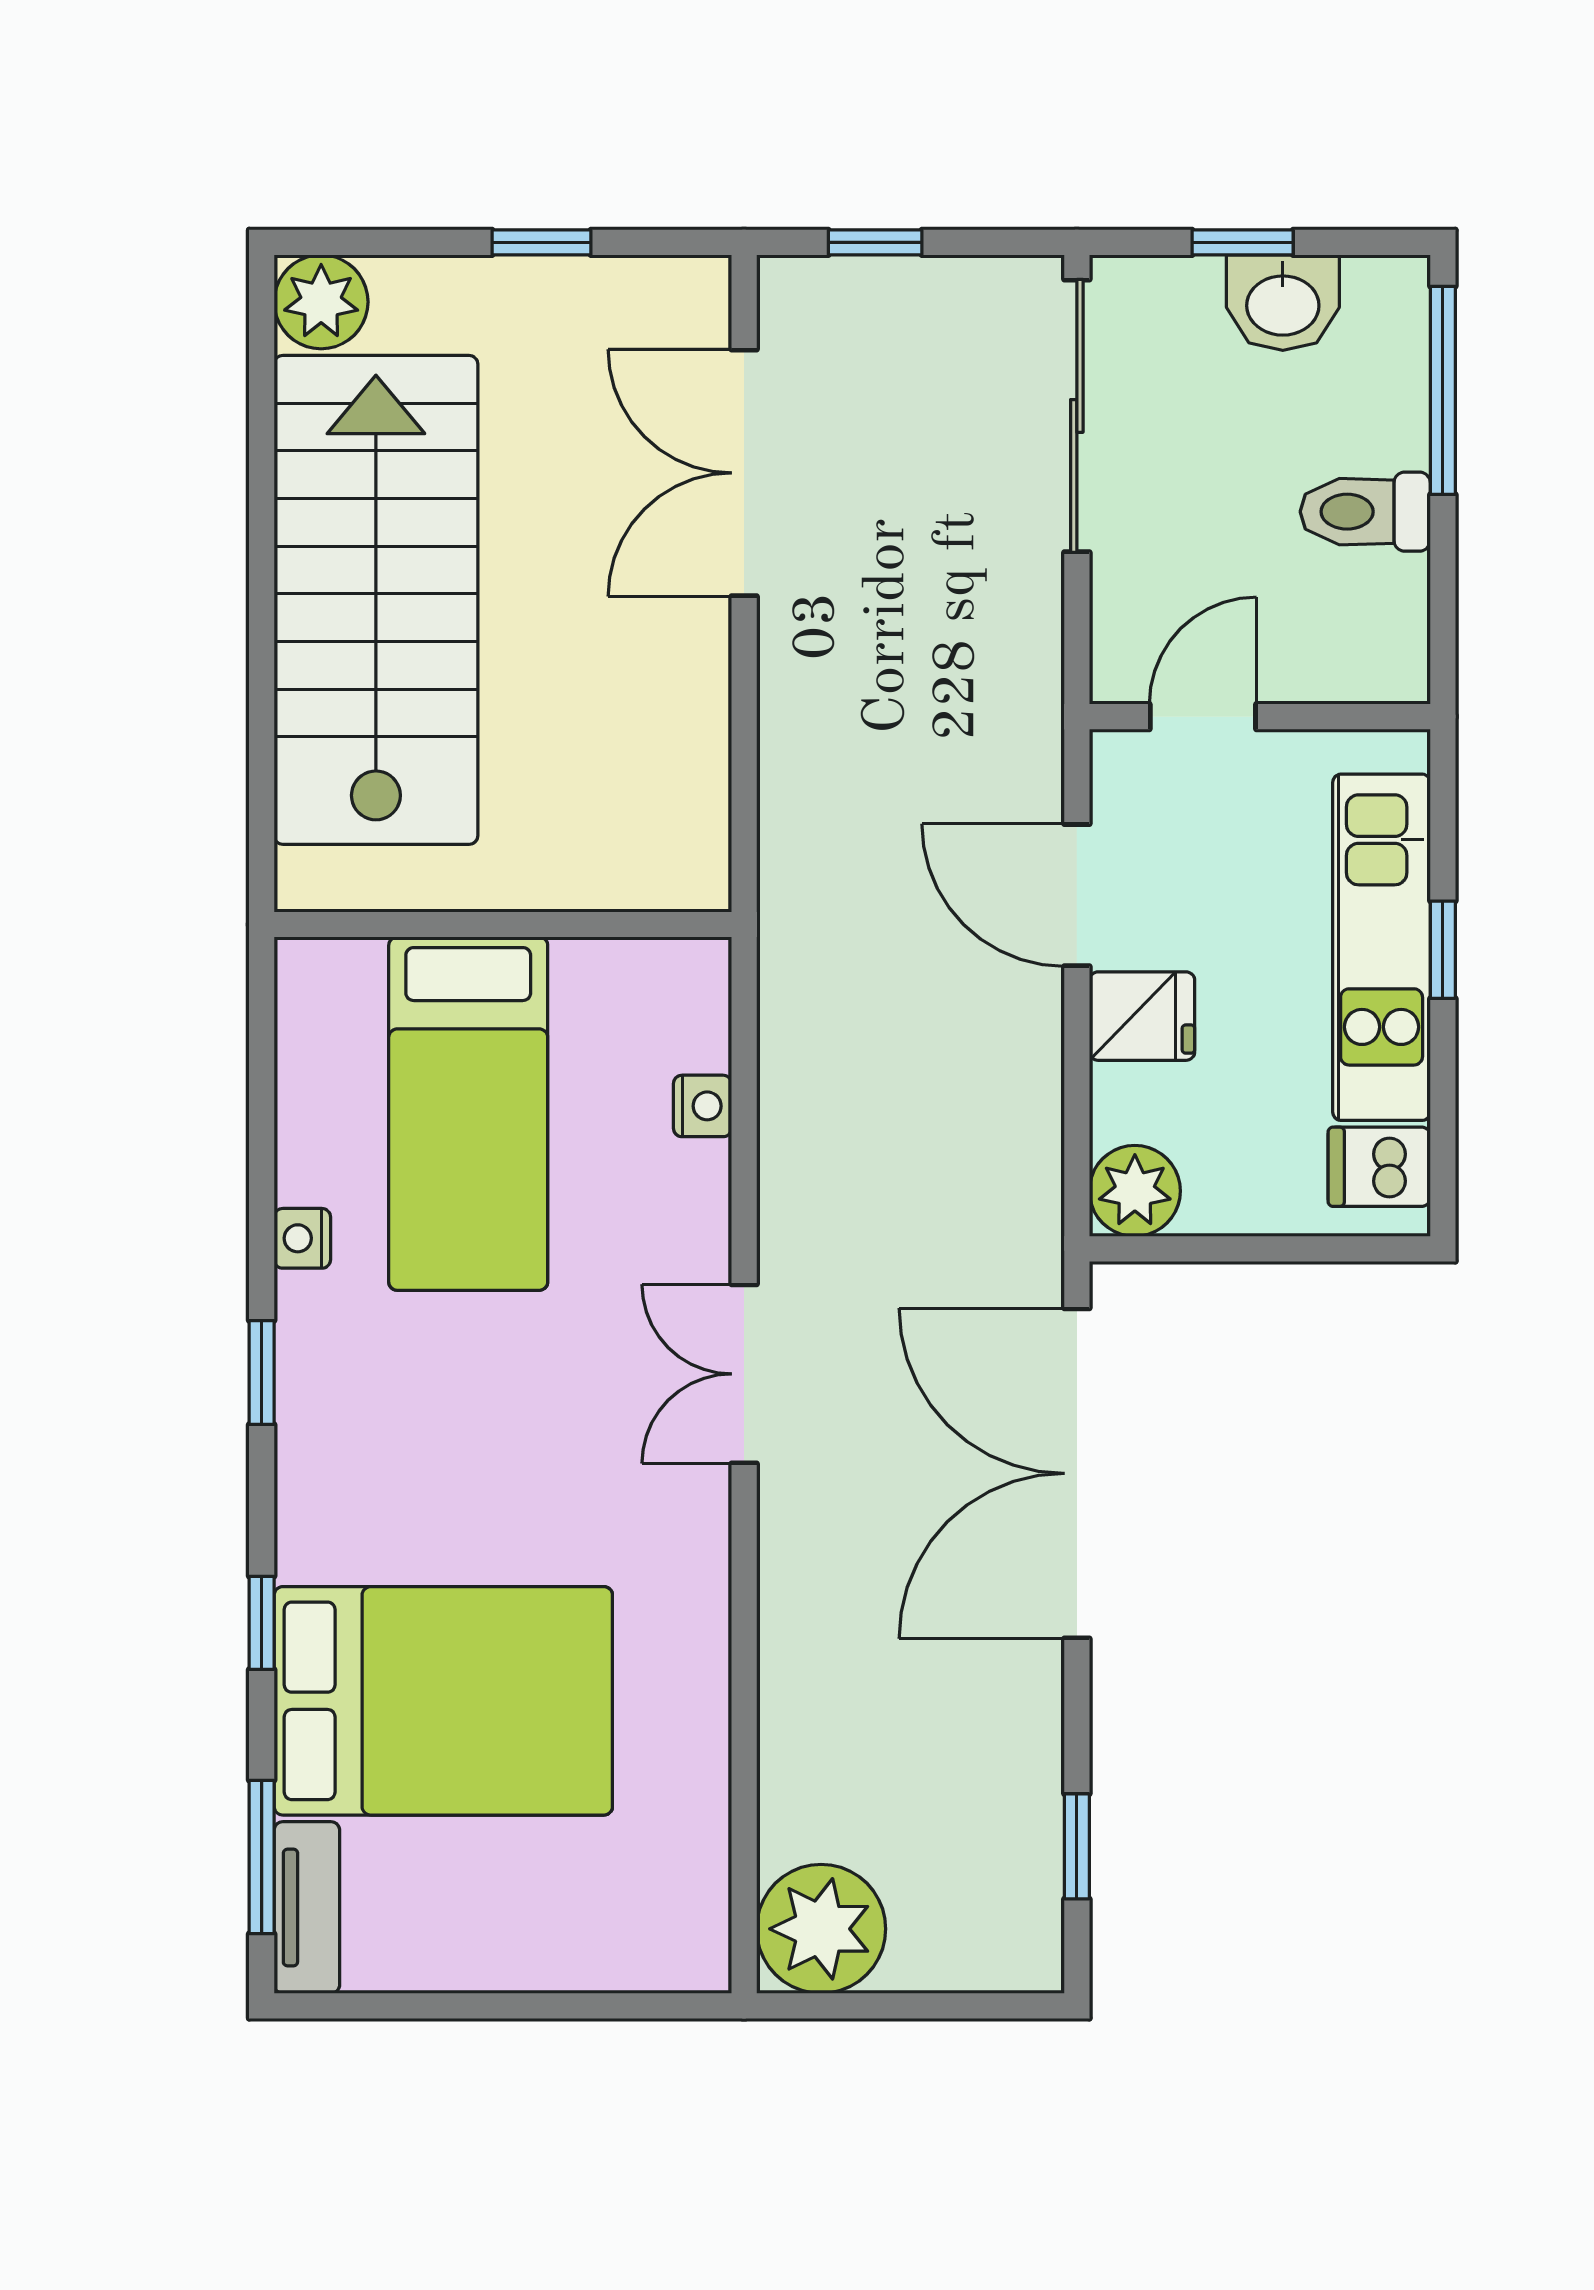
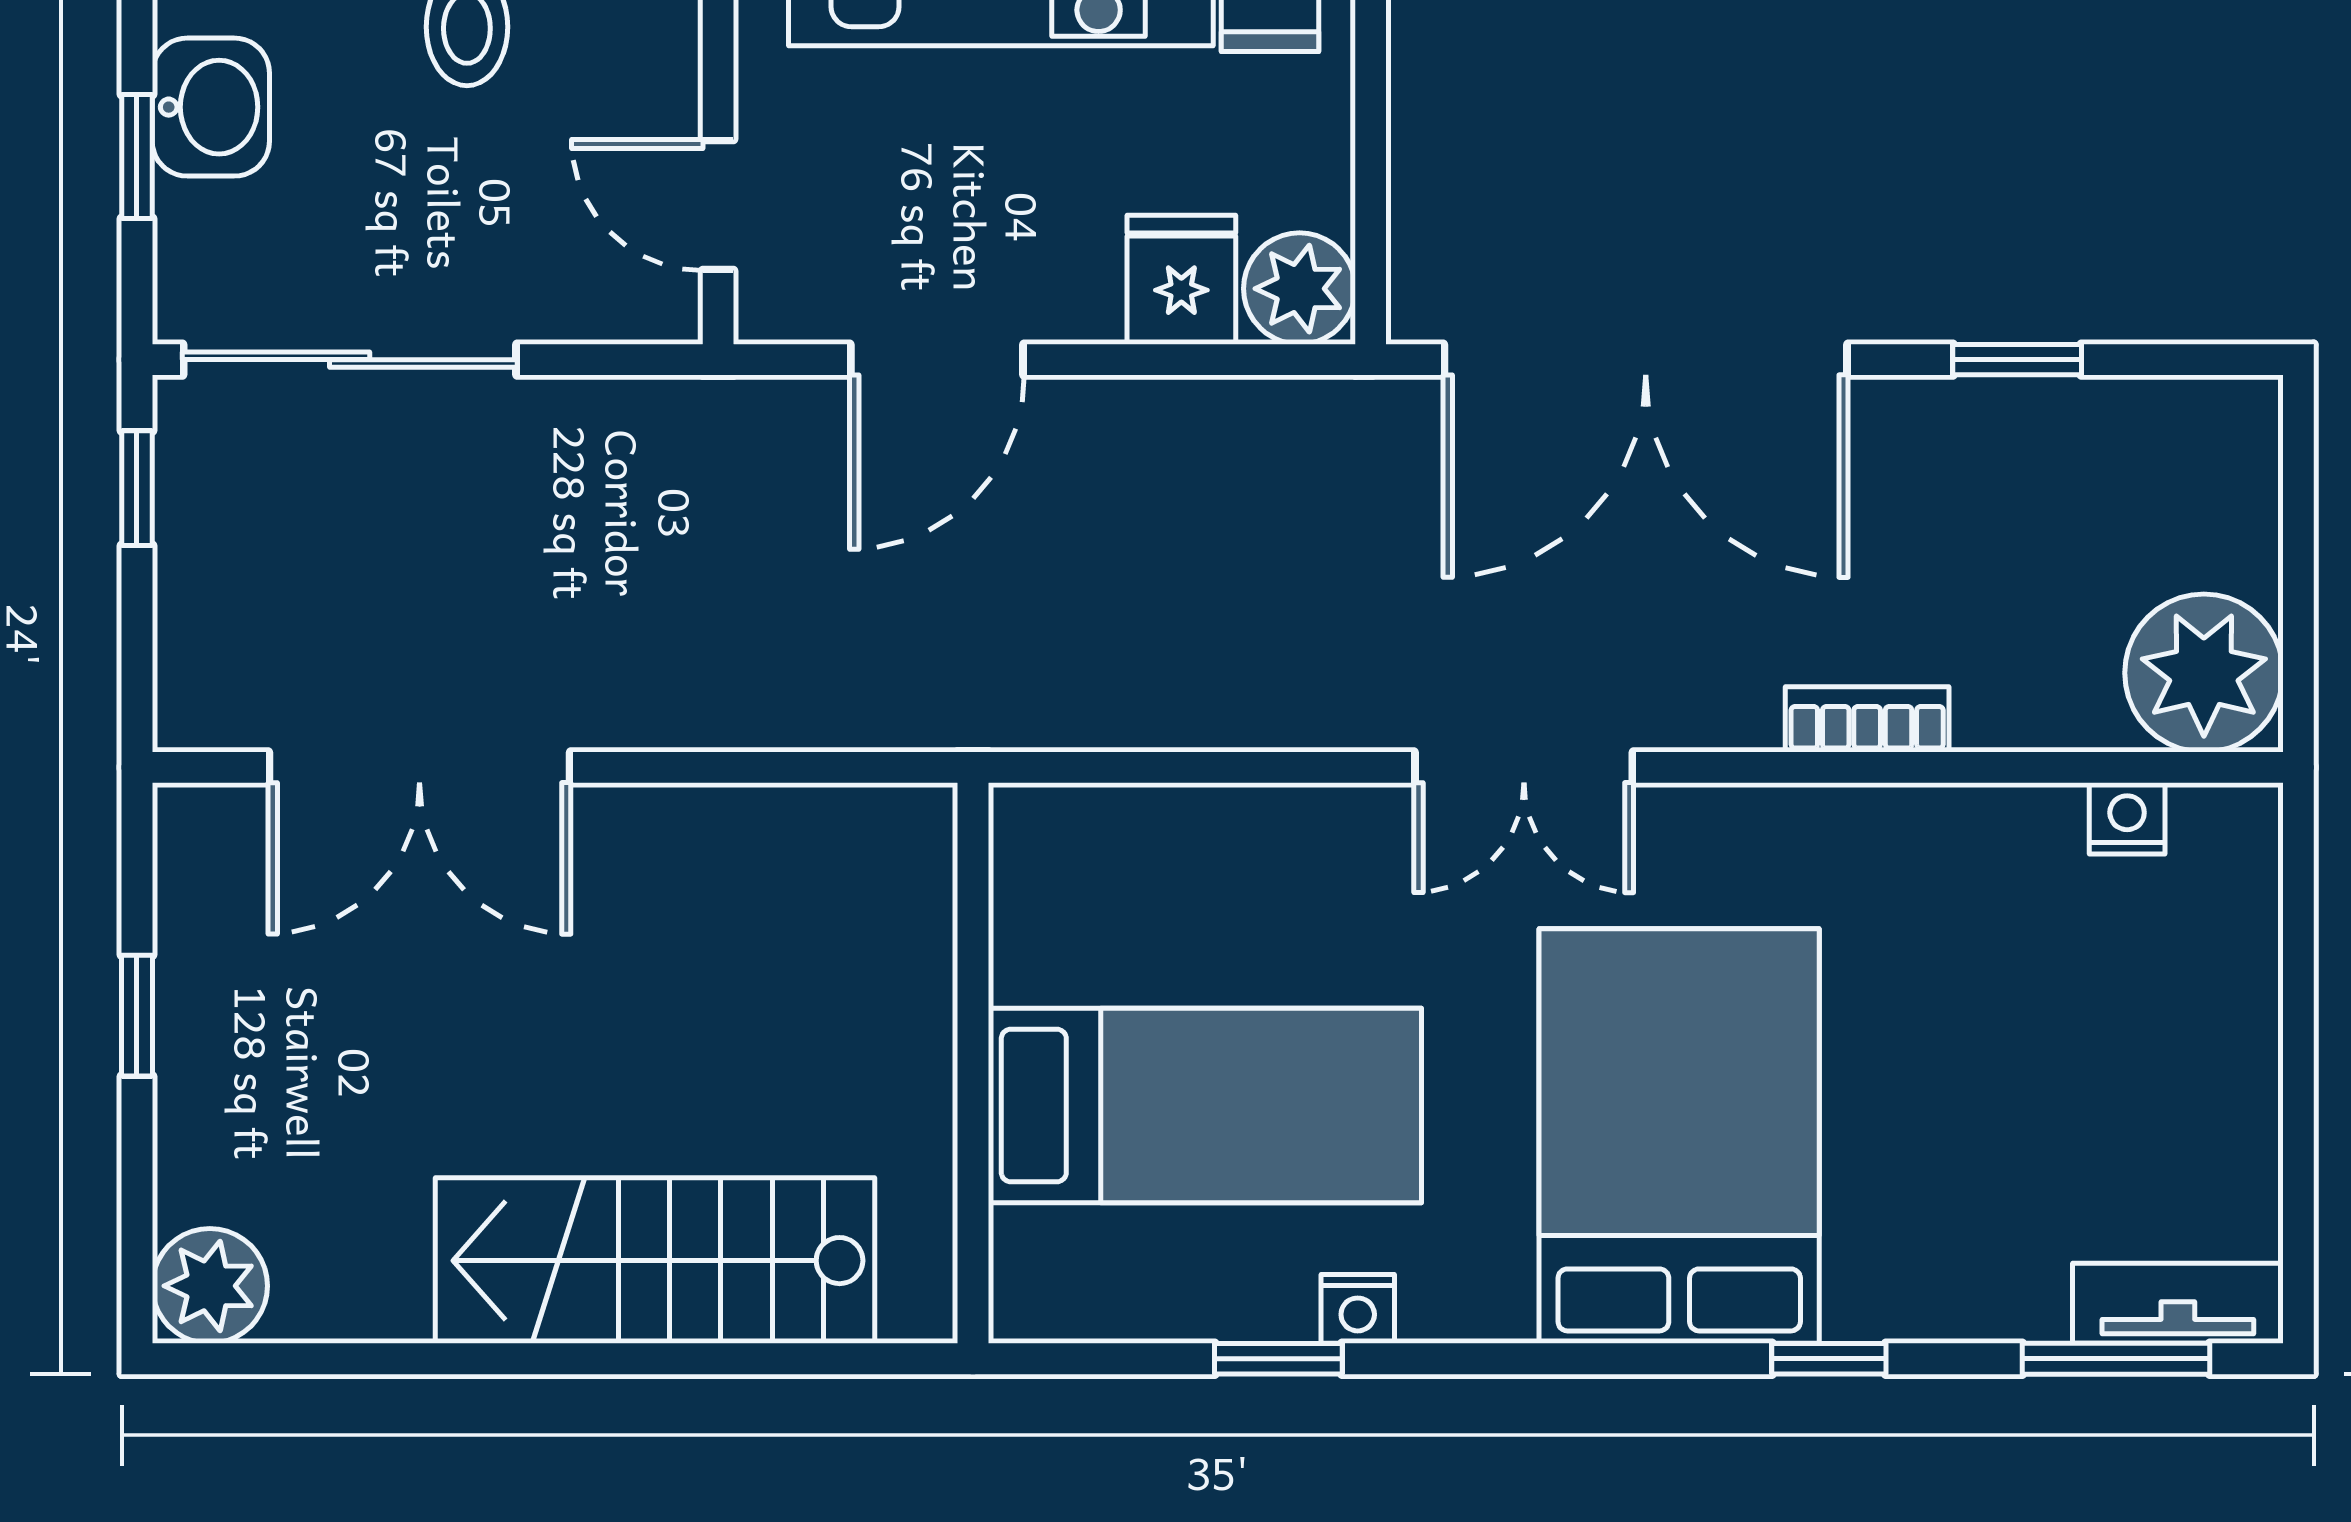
window: (875, 242) -> (137, 488), moved
stairs: (376, 600) -> (655, 1261), width x0.73, depth x0.66
fridge: (1142, 1016) -> (1181, 280), moved
nightstand: (703, 1106) -> (2127, 818), moved
window: (262, 1372) -> (1278, 1359), moved
bookcase: (783, 1654) -> (1867, 719), added
bed: (443, 1701) -> (1679, 1136), moved
window: (1077, 1846) -> (2017, 360), moved

